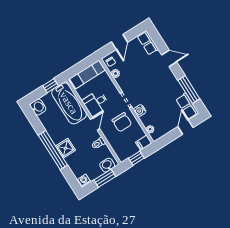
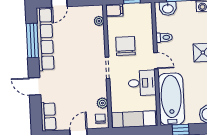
row of seats: (187, 106) -> (45, 39), width x2.02
water cooler: (140, 111) -> (99, 48), removed
door: (95, 124) -> (156, 61), swing flipped

